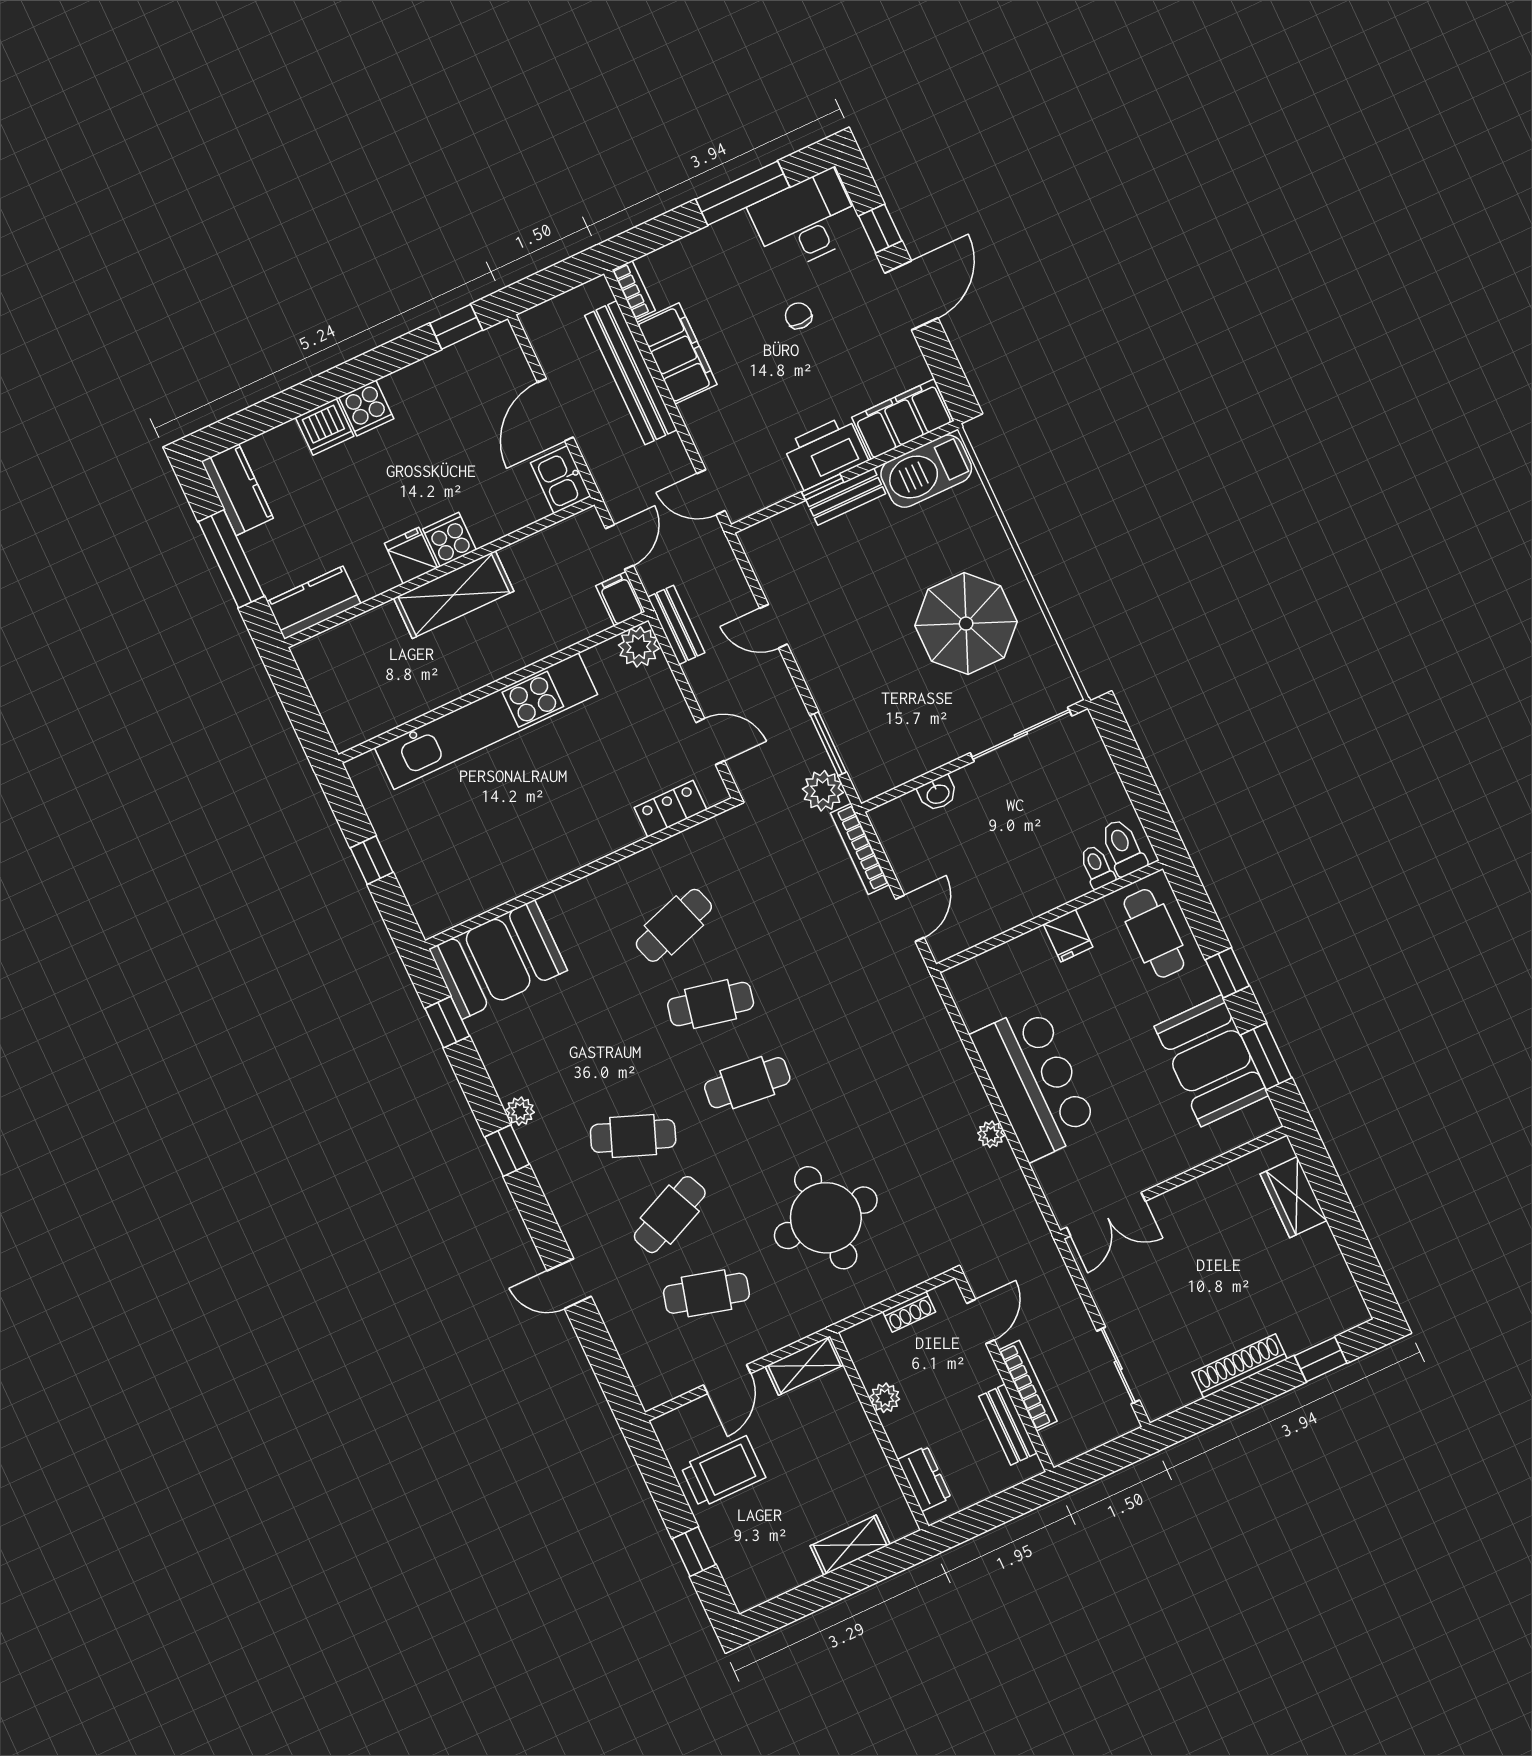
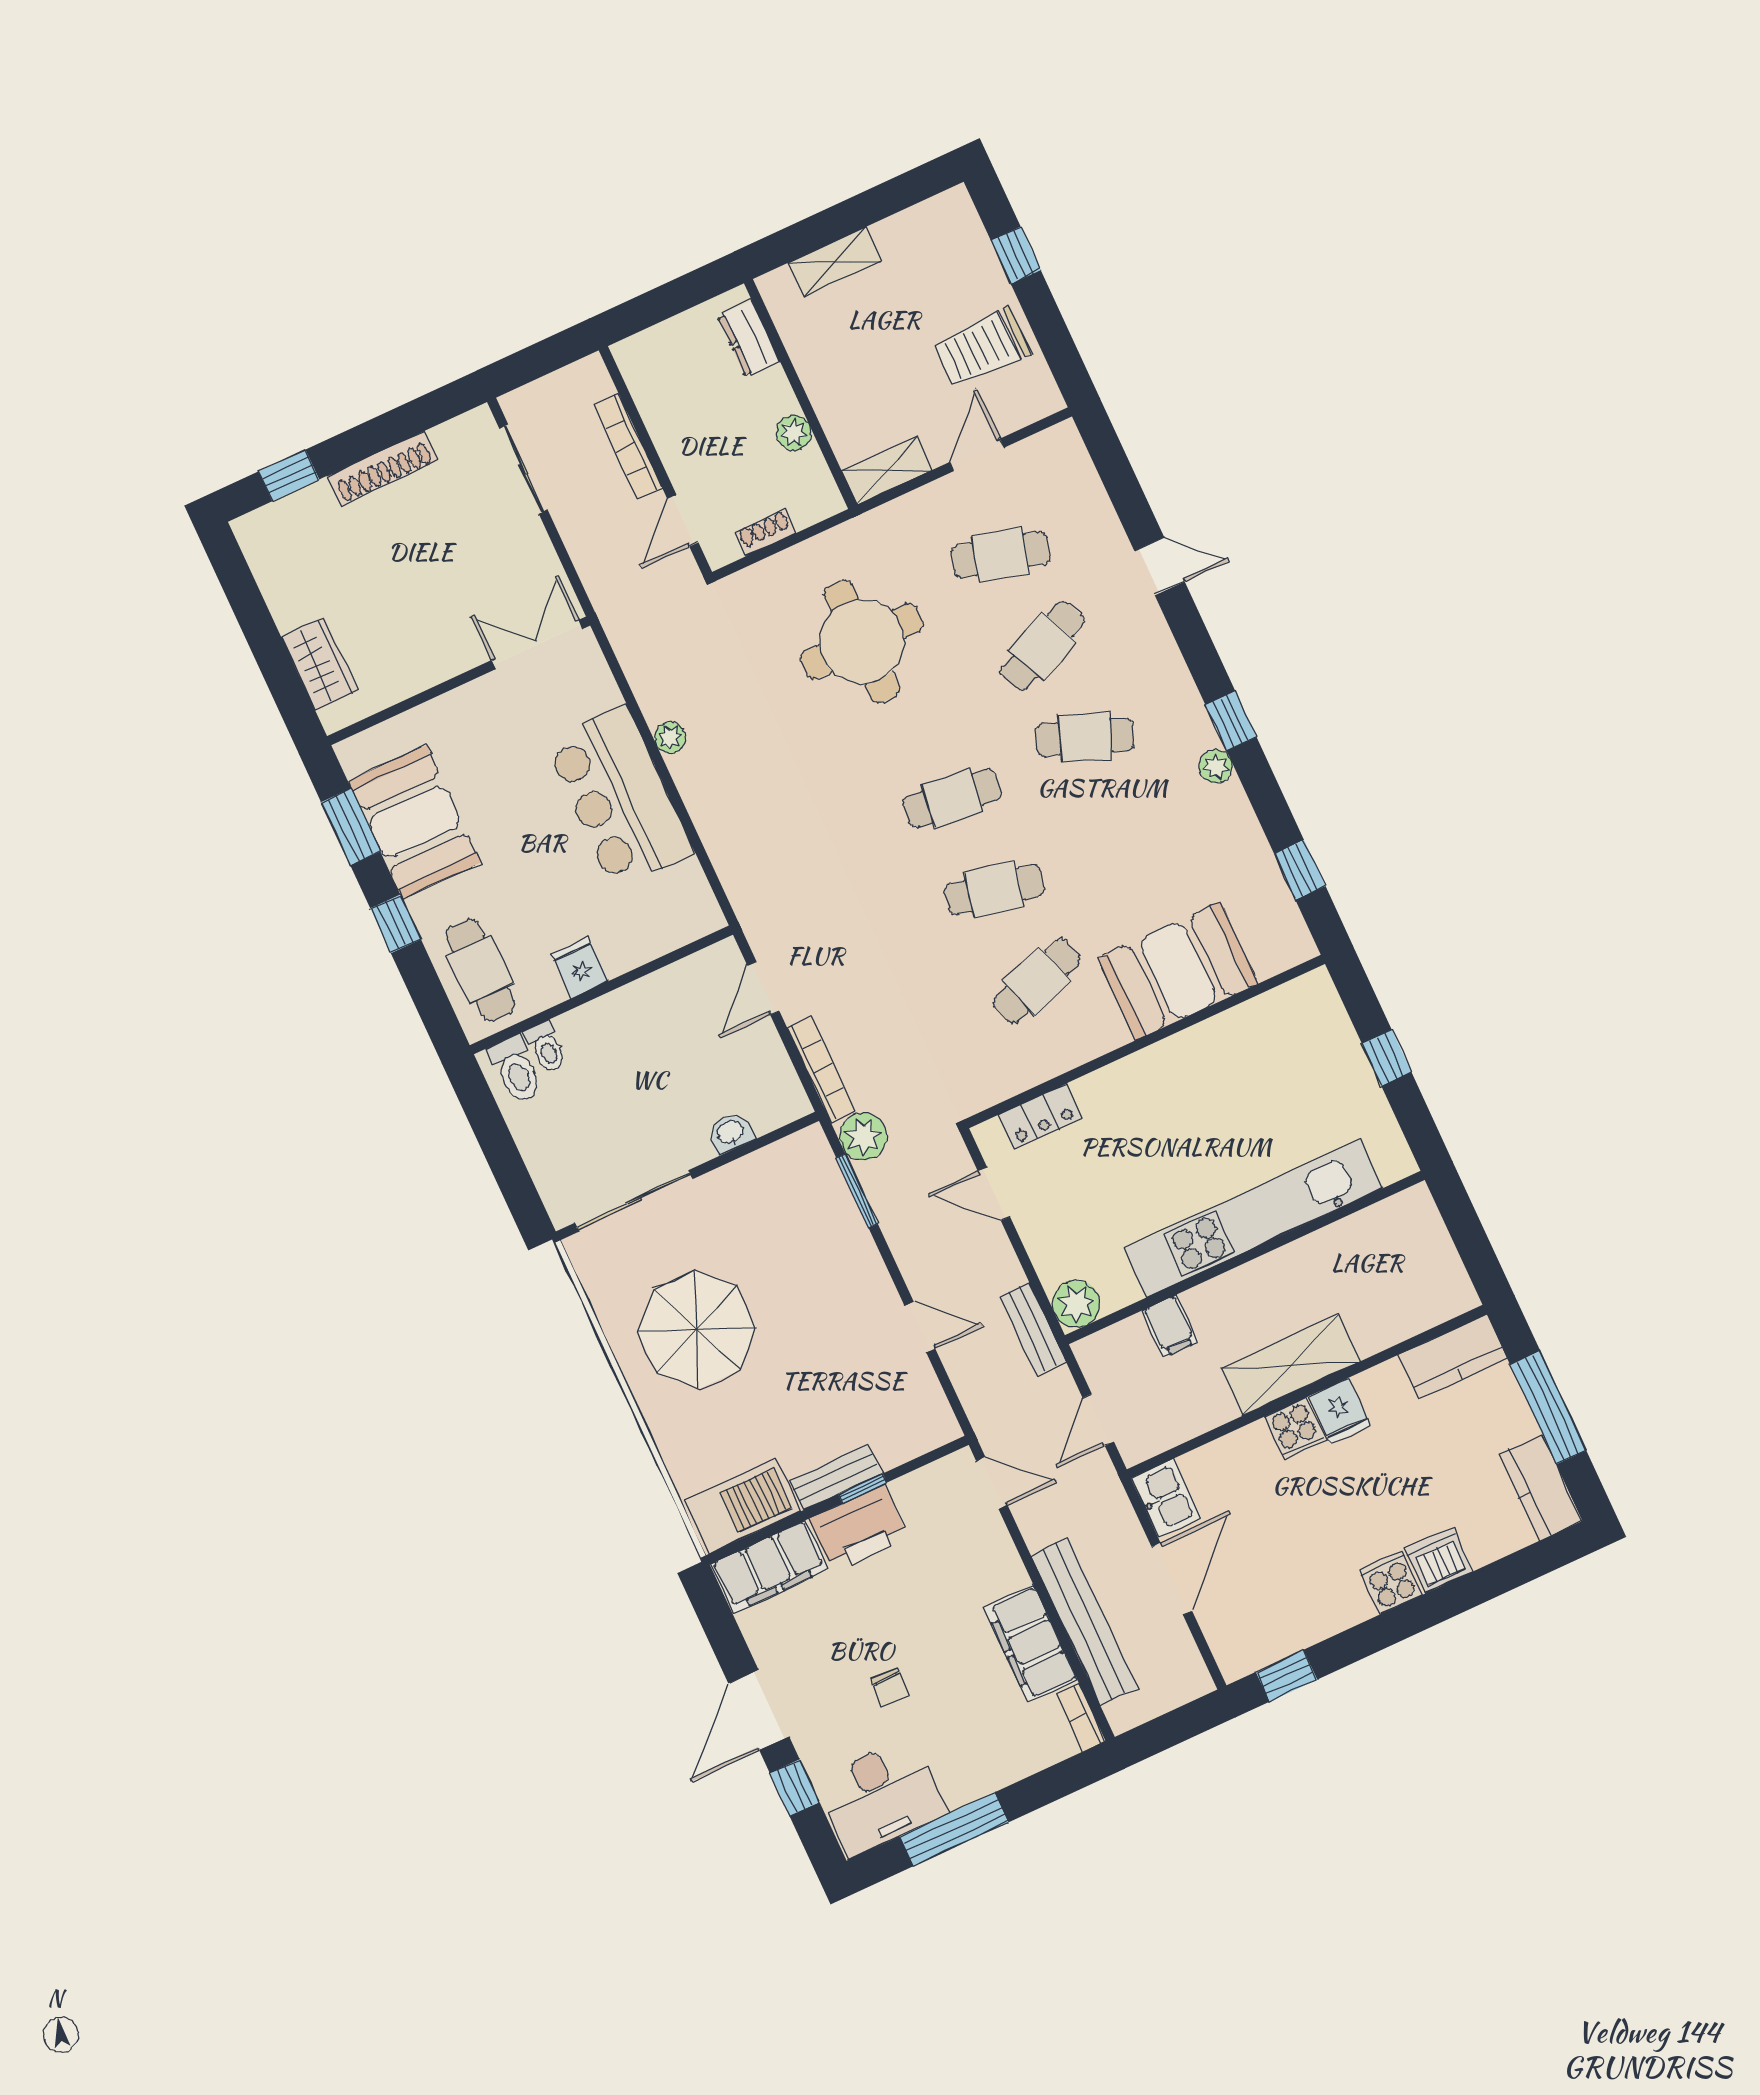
filing cabinet: (620, 599) -> (1170, 1326), moved
booth: (498, 960) -> (1178, 971), moved
bench: (1008, 1425) -> (652, 401), removed

